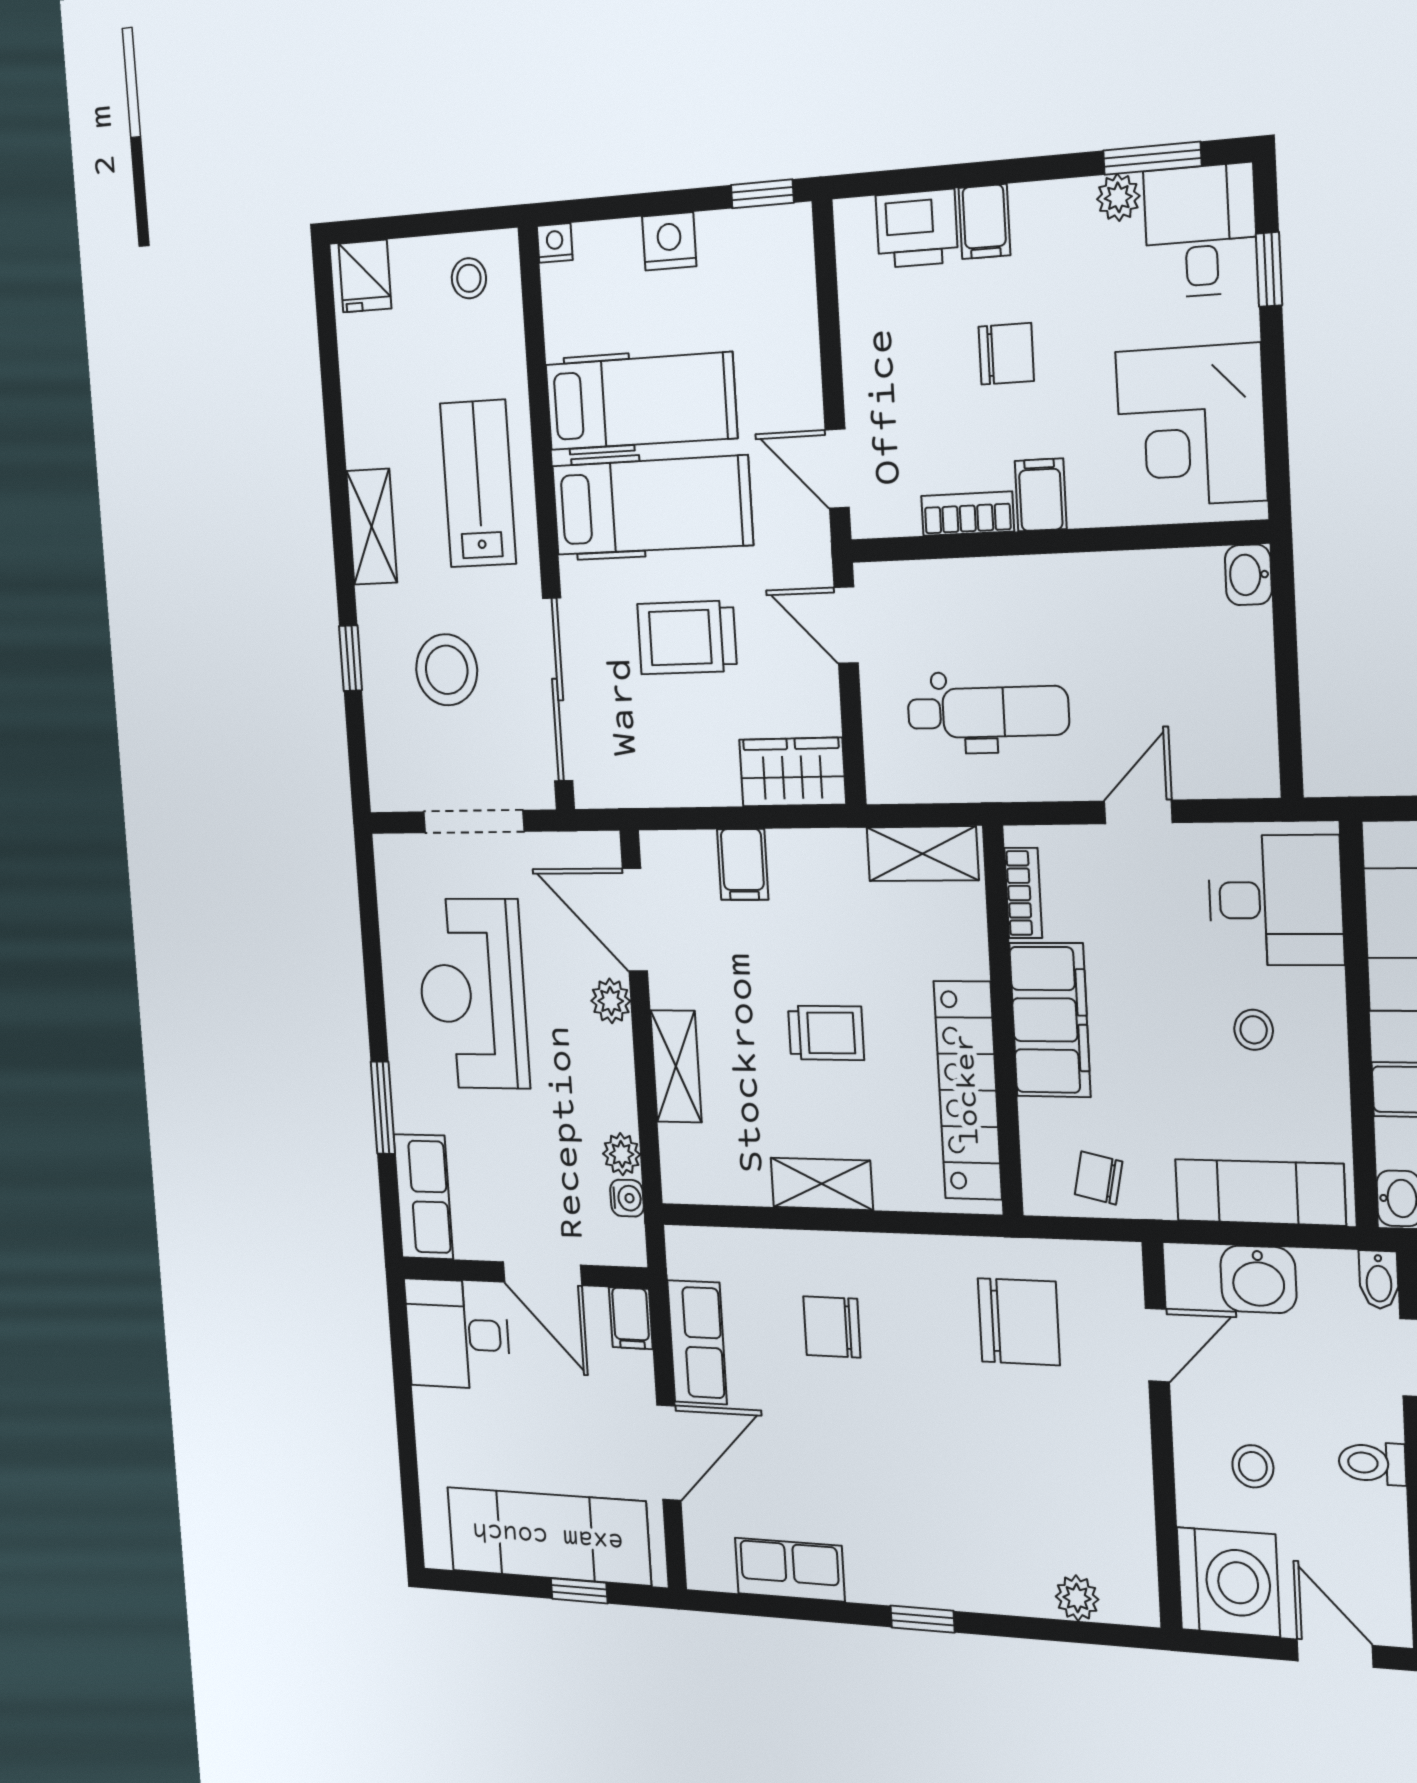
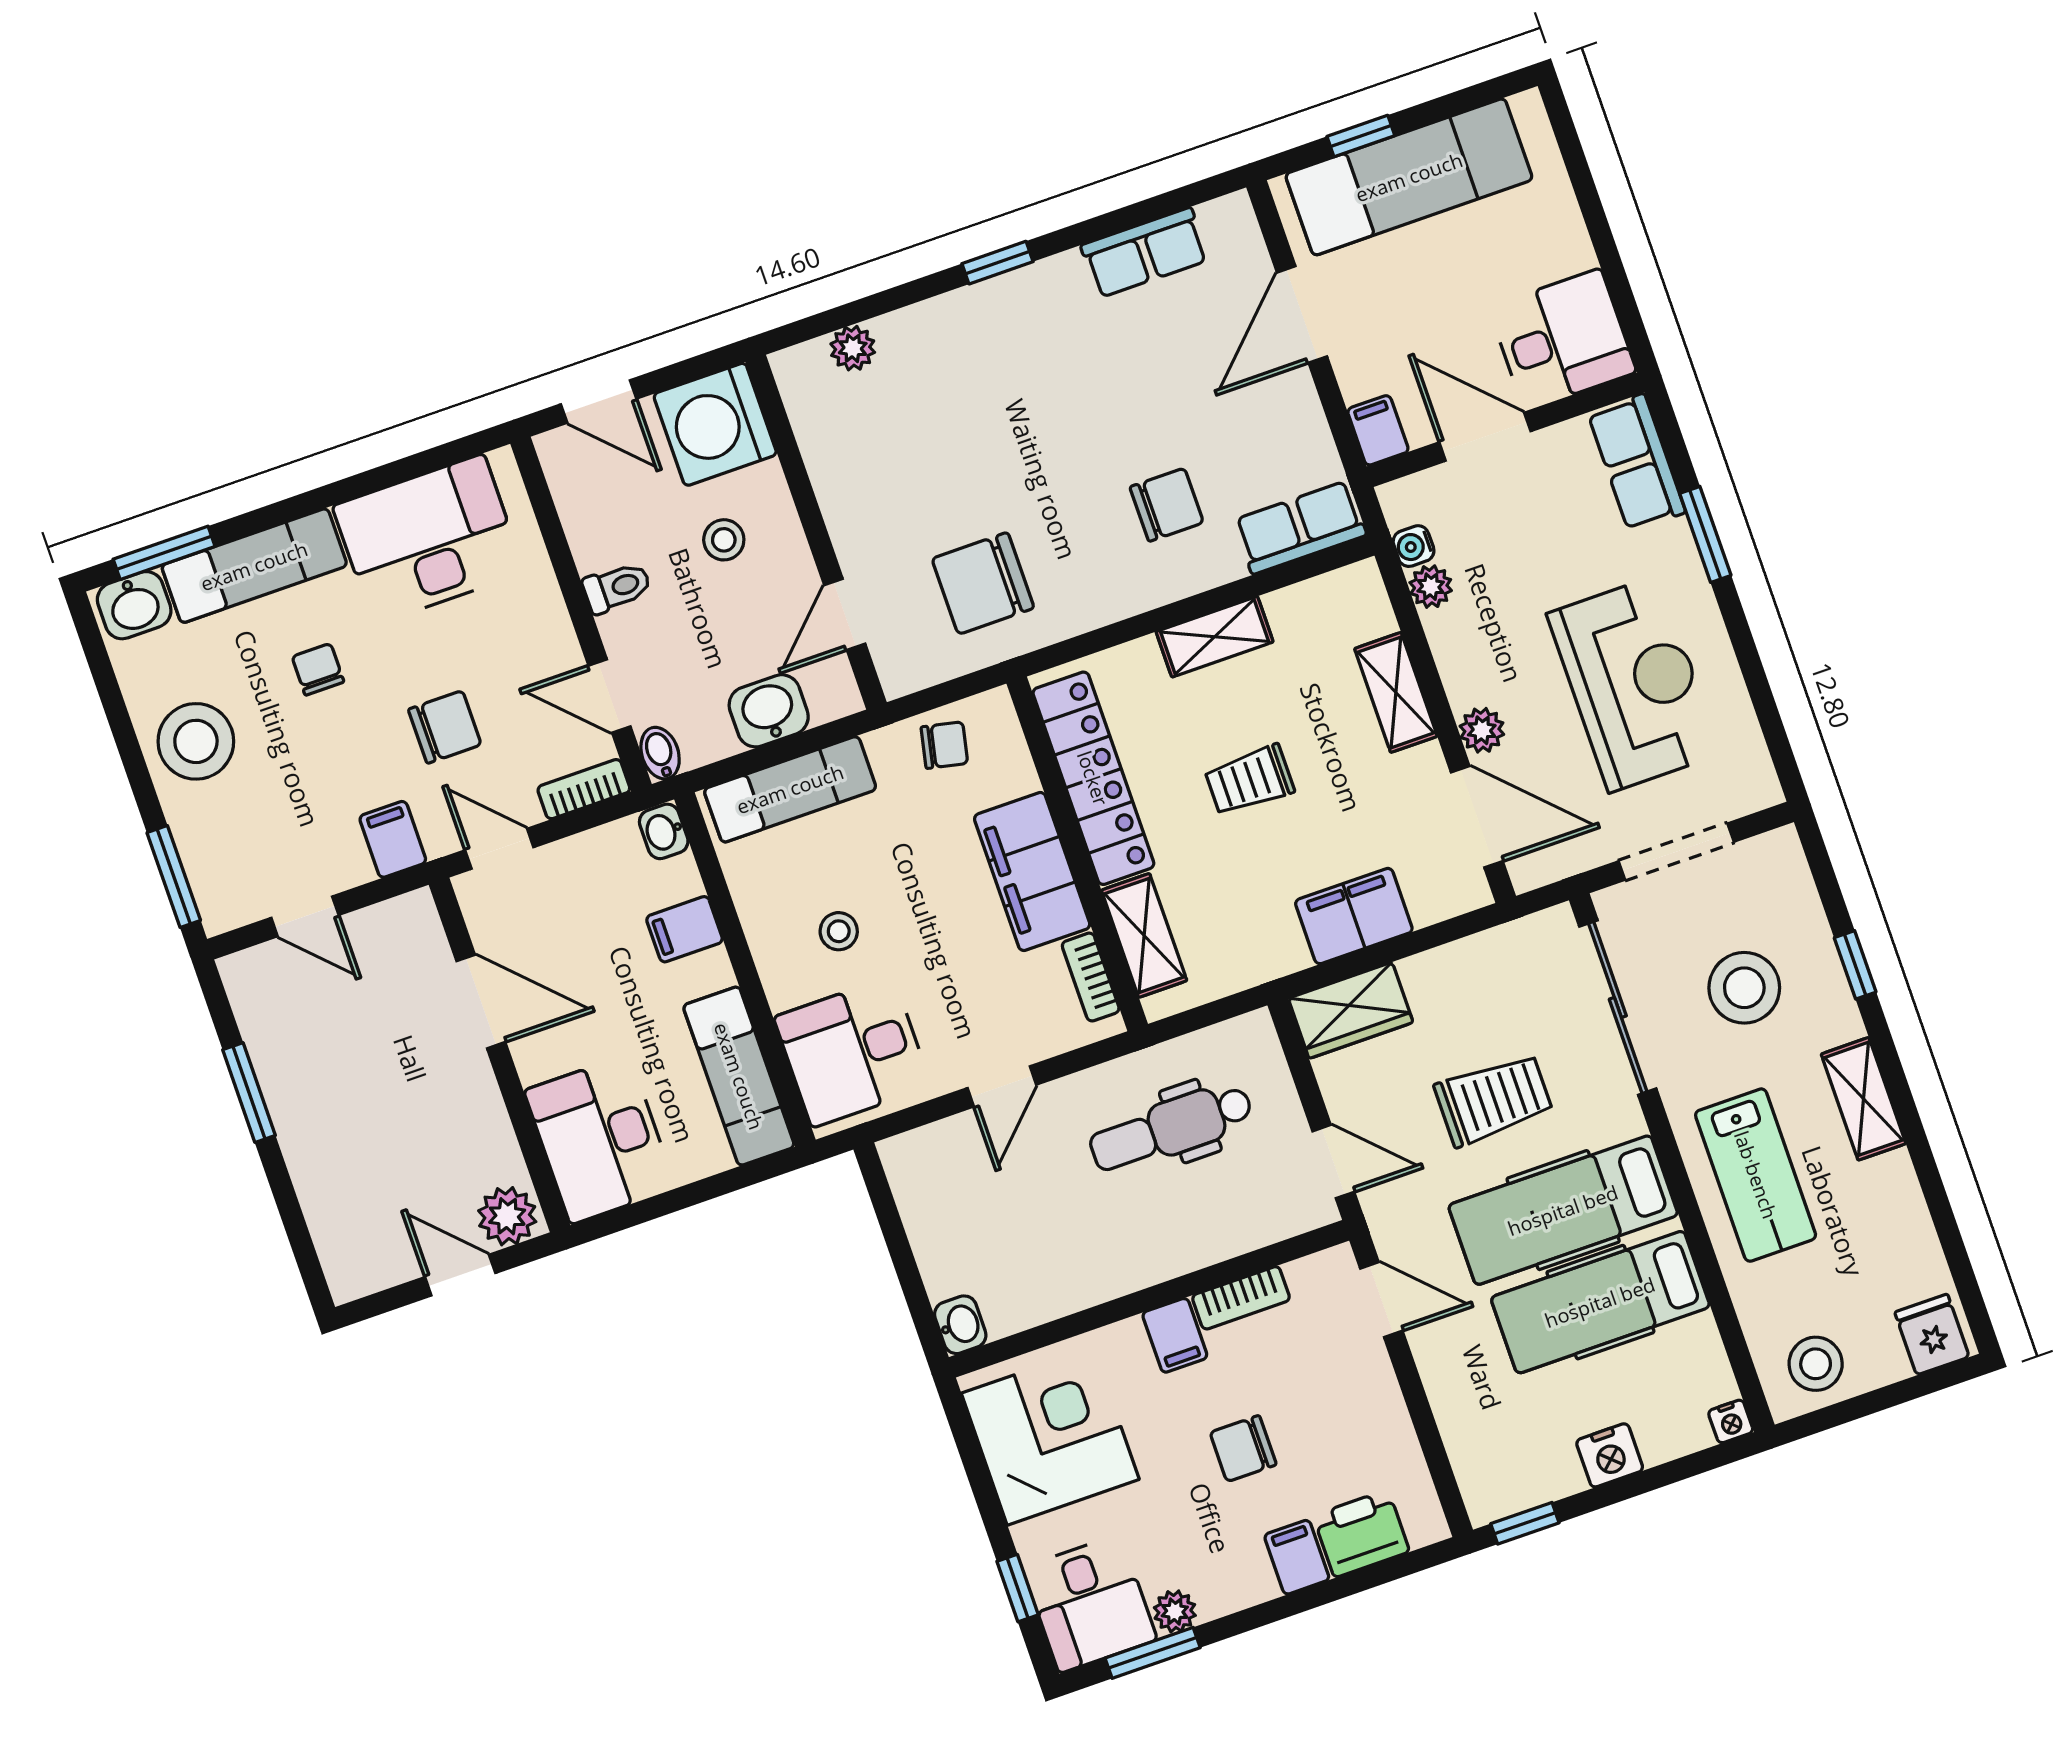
stool: (469, 278) -> (1816, 1364), width x1.37, depth x1.37
shelving: (923, 854) -> (1144, 935), moved, turned 90
filing cabinet: (743, 864) -> (1354, 916), width x2.00
row of seats: (697, 1342) -> (1300, 527), moved, turned 90

